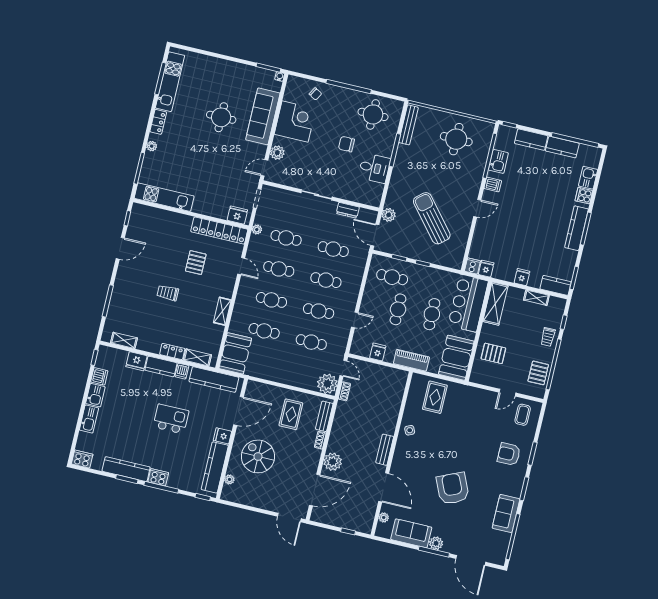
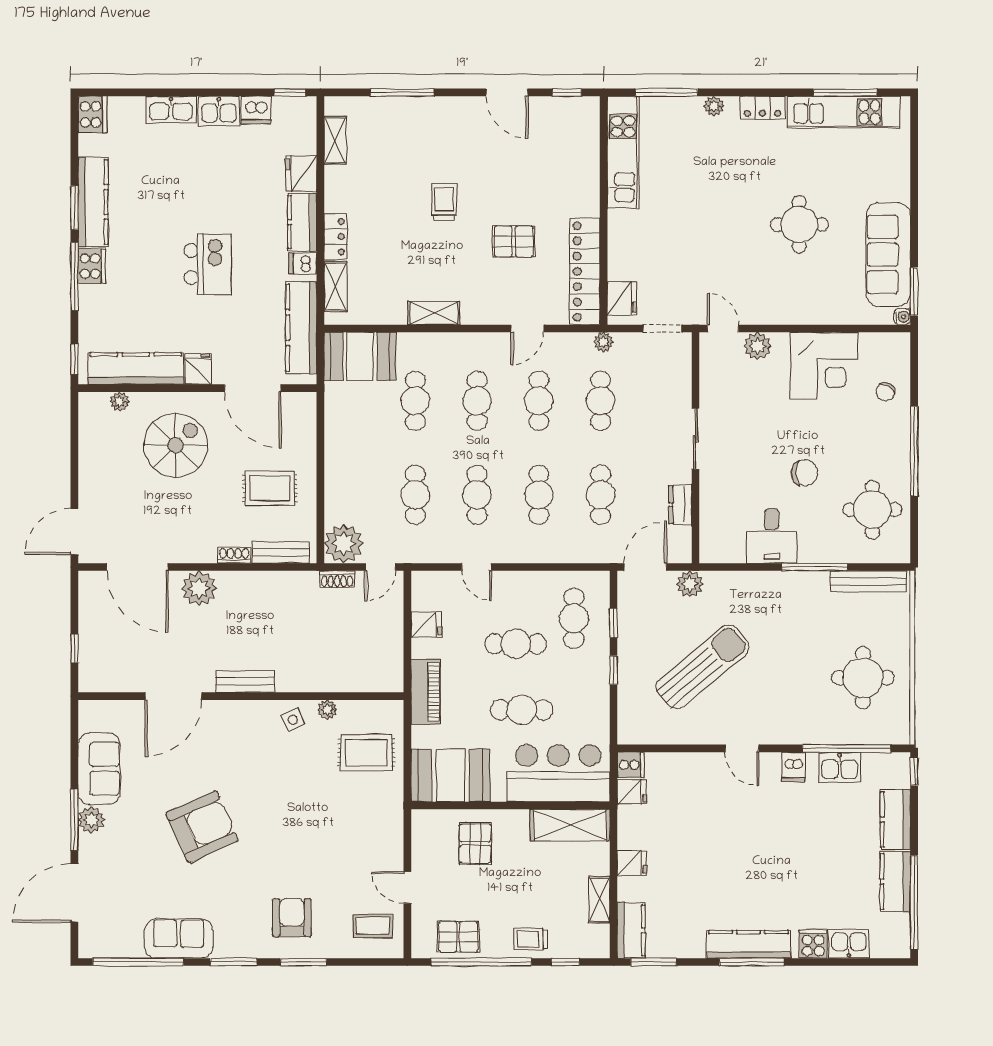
sofa: (263, 116) -> (888, 255), moved, turned -90
chair: (346, 144) -> (805, 473), turned 90
plant: (384, 517) -> (327, 710), moved

